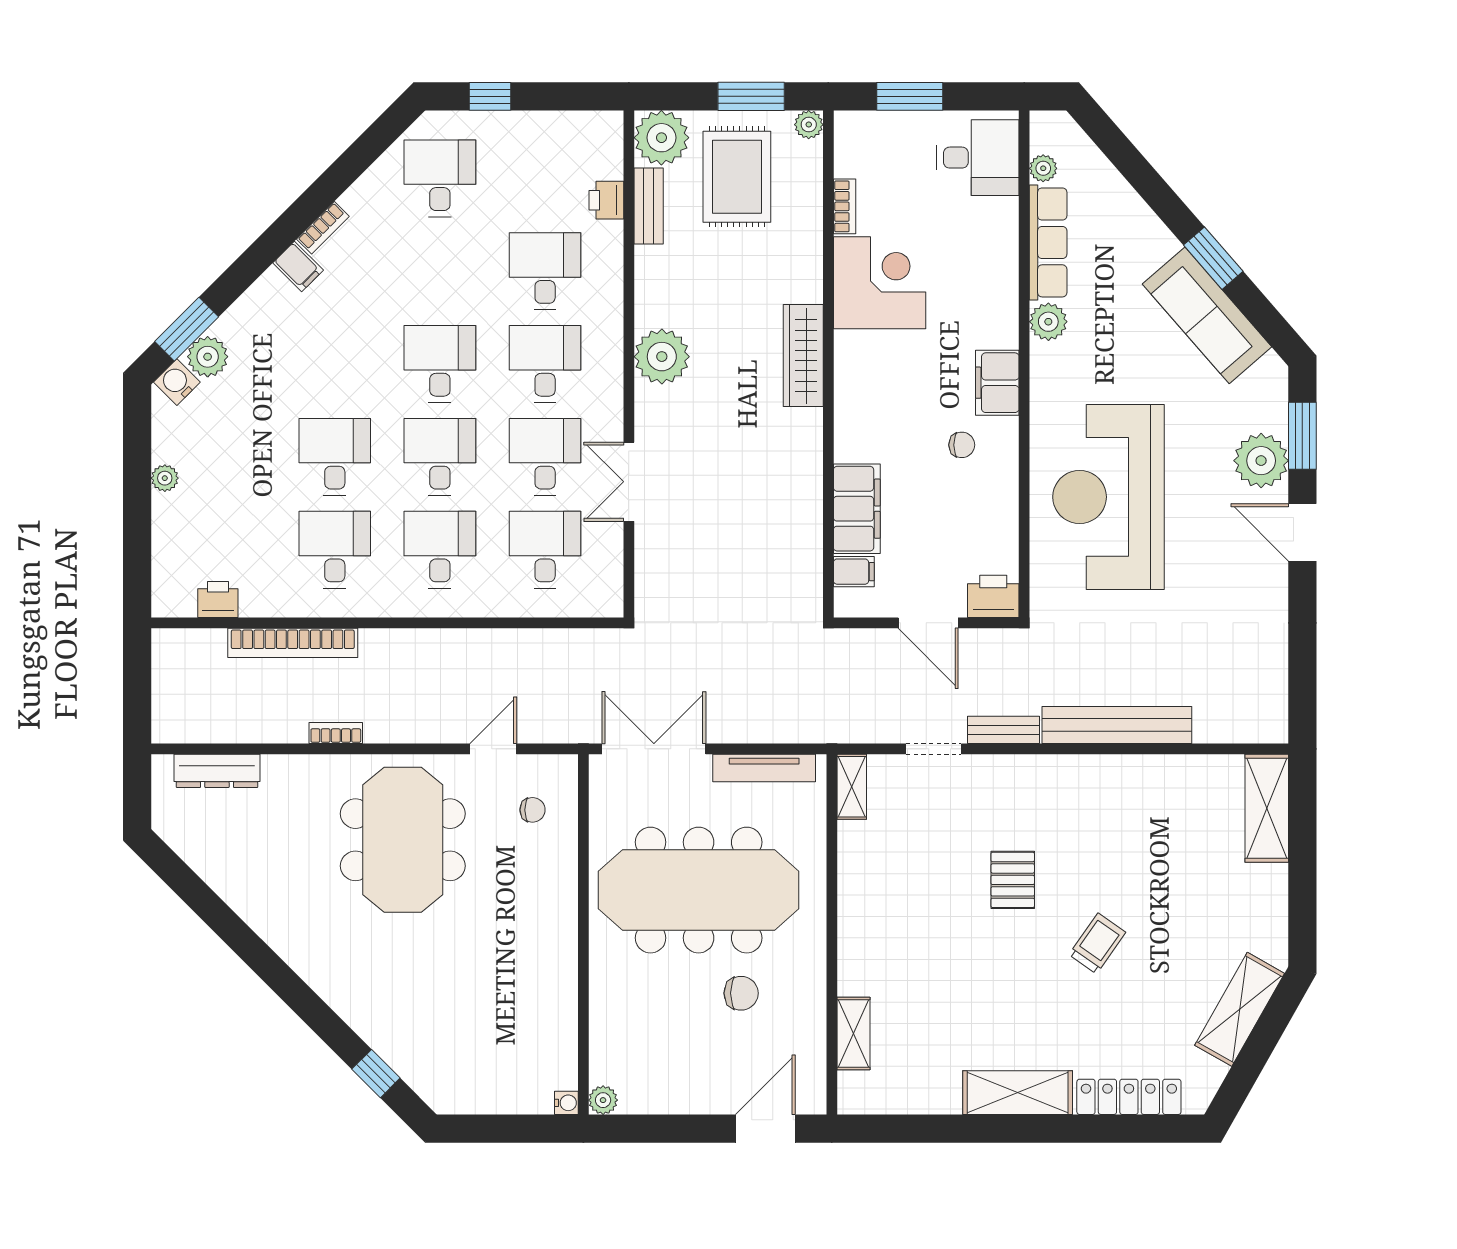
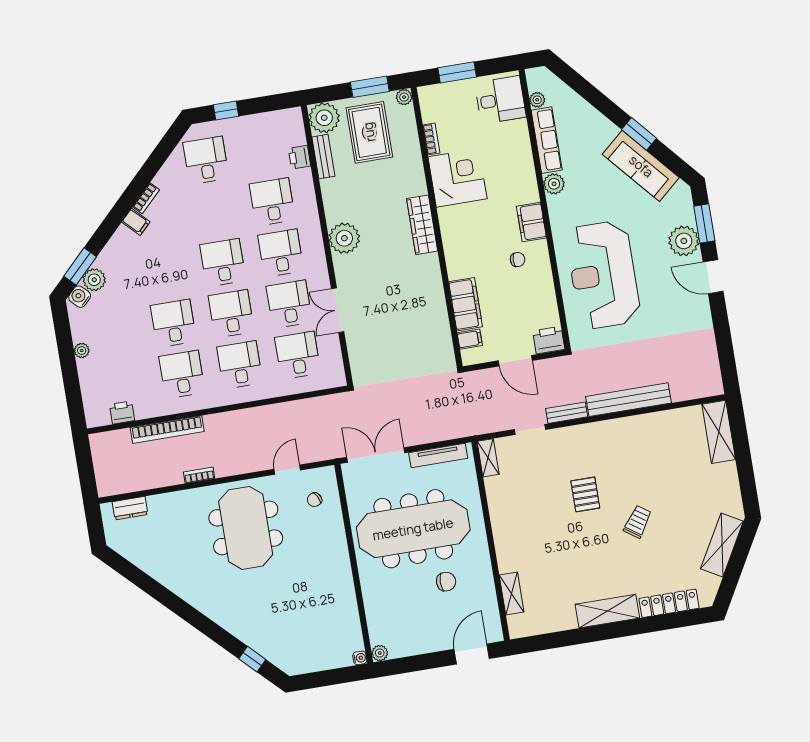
dresser: (217, 771) -> (130, 508), width x0.70
chair: (533, 810) -> (314, 500), turned 153

